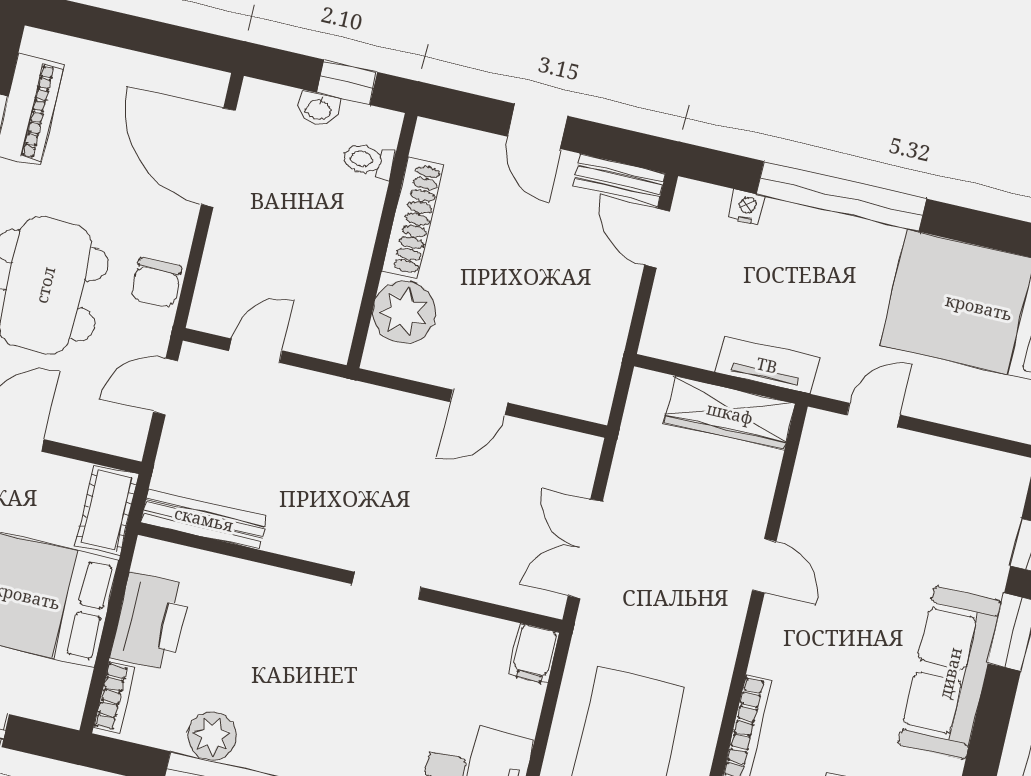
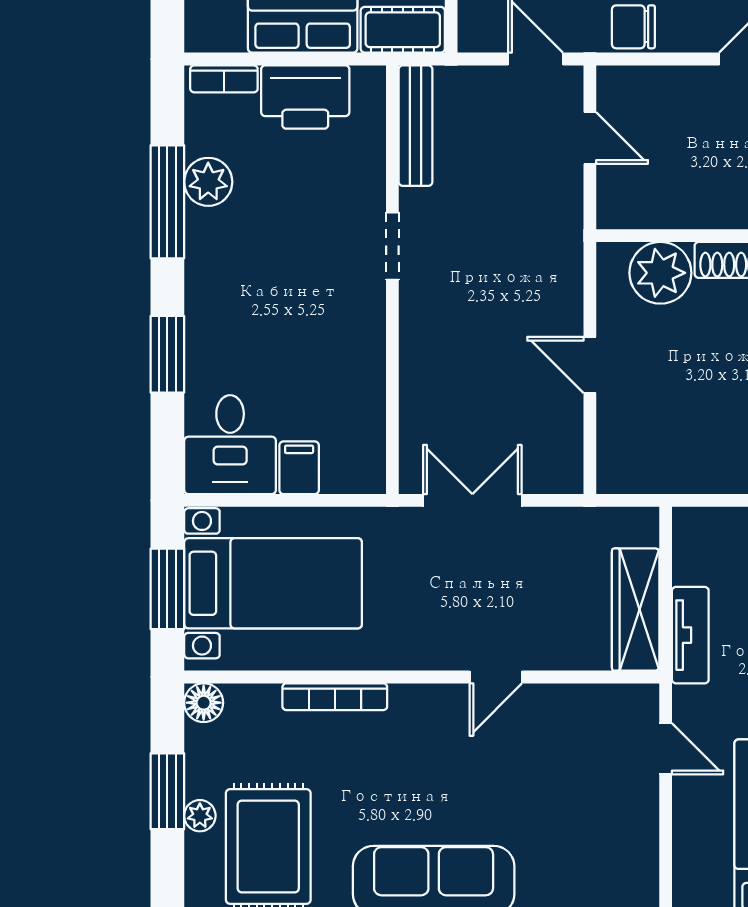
doorway: (387, 586) -> (392, 246), moved
filing cabinet: (534, 654) -> (299, 468), moved, turned 90

